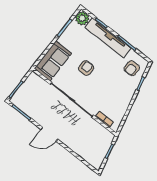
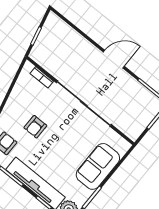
sofa: (53, 61) -> (98, 166), moved
armchair: (86, 68) -> (35, 127), moved

